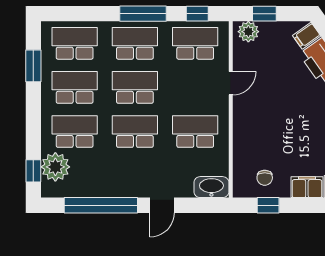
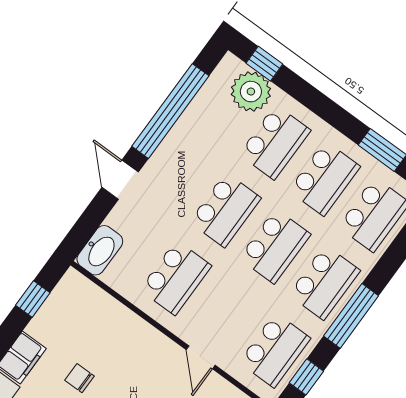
chair: (265, 178) -> (80, 378), moved

